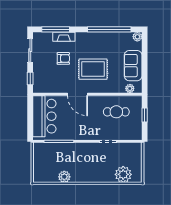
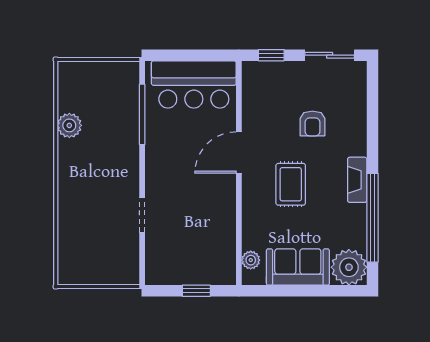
window: (56, 29) -> (372, 108), removed
fireplace: (64, 37) -> (357, 180), moved
plant: (137, 37) -> (349, 267), width x1.87, depth x1.87
rug: (93, 69) -> (291, 184), width x0.73, depth x0.70
cafe table: (116, 112) -> (203, 232), removed
plant: (123, 174) -> (74, 247), removed

